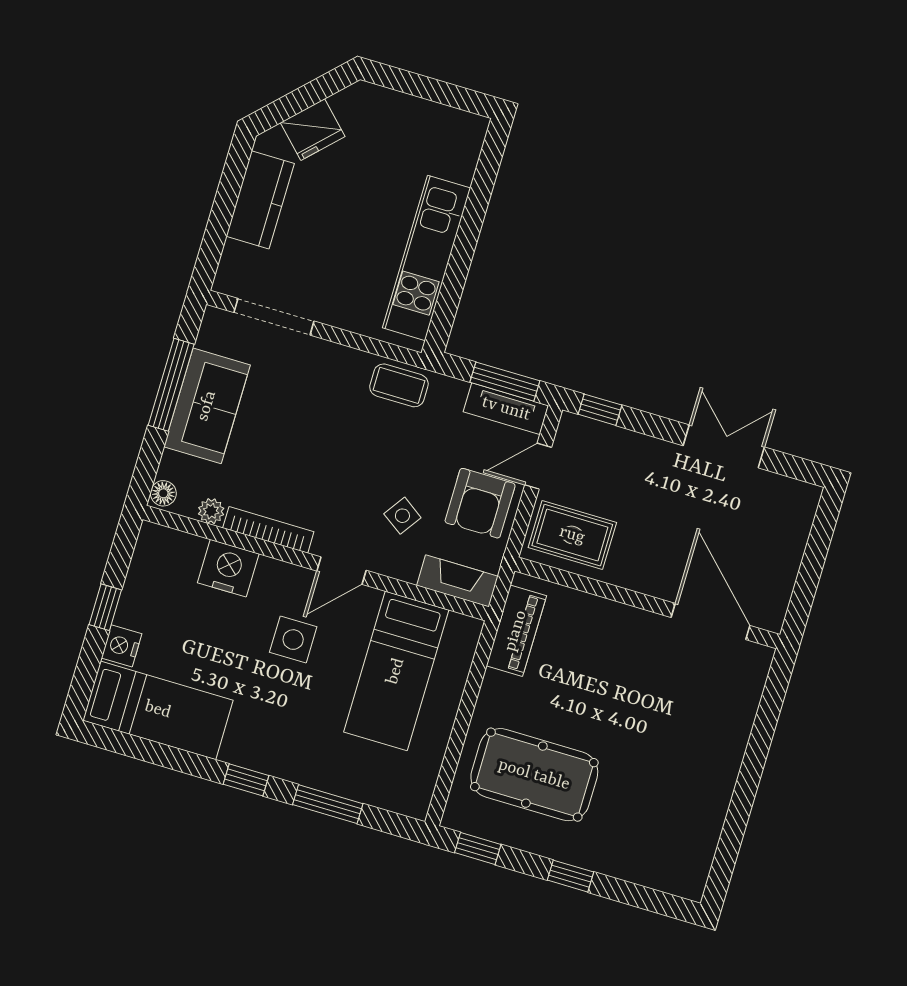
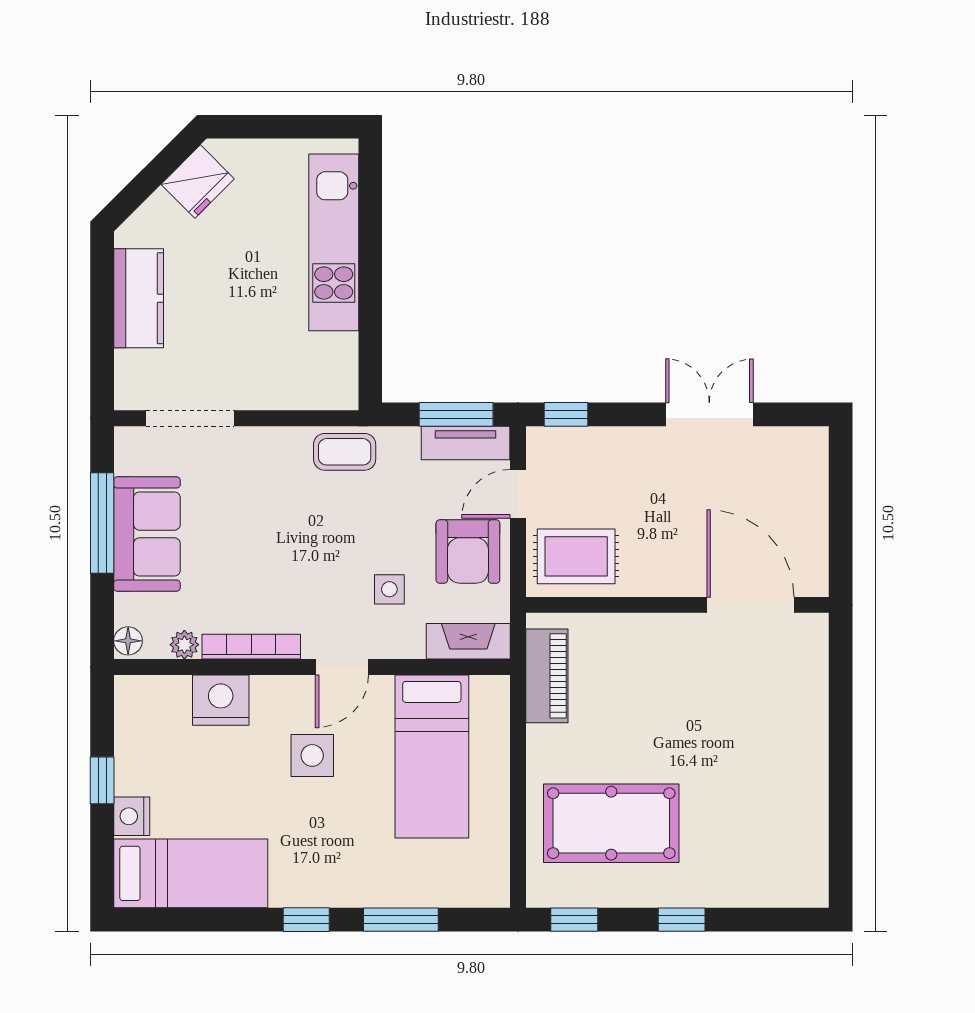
fridge: (313, 130) -> (198, 182), moved
kitchen unit: (426, 258) -> (334, 242), moved
side table: (402, 516) -> (389, 589), turned -35

